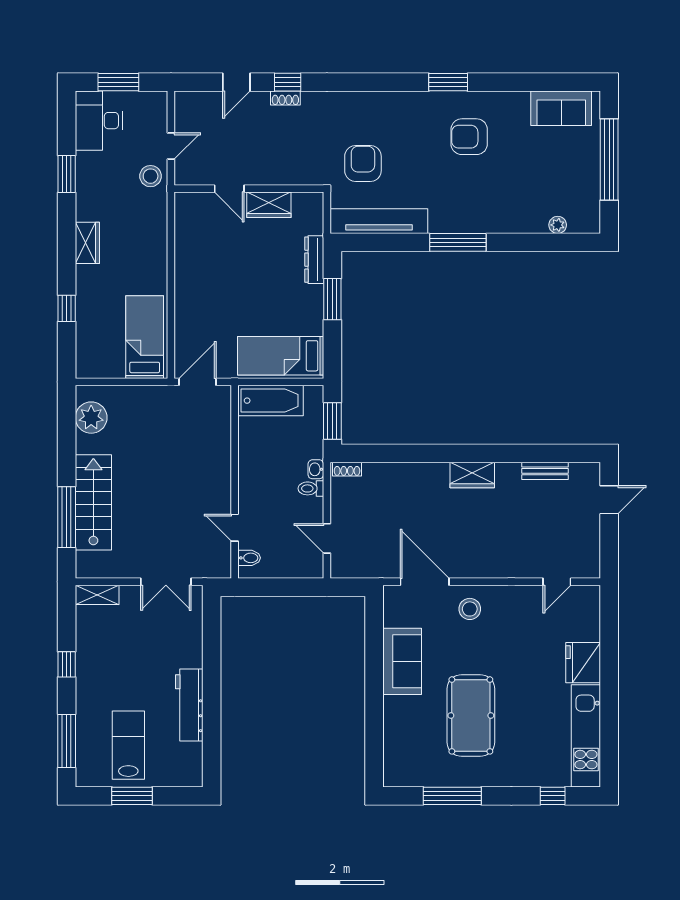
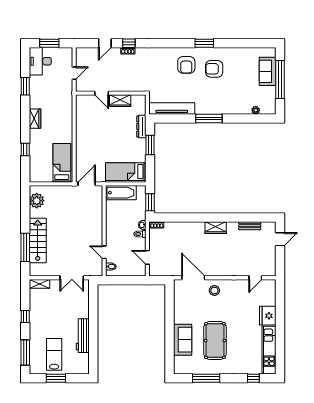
sofa: (561, 108) -> (268, 71), moved, turned 90
armchair: (363, 163) -> (186, 65), moved, turned 180
stool: (151, 176) -> (65, 87), removed
sofa: (402, 661) -> (183, 340), moved

